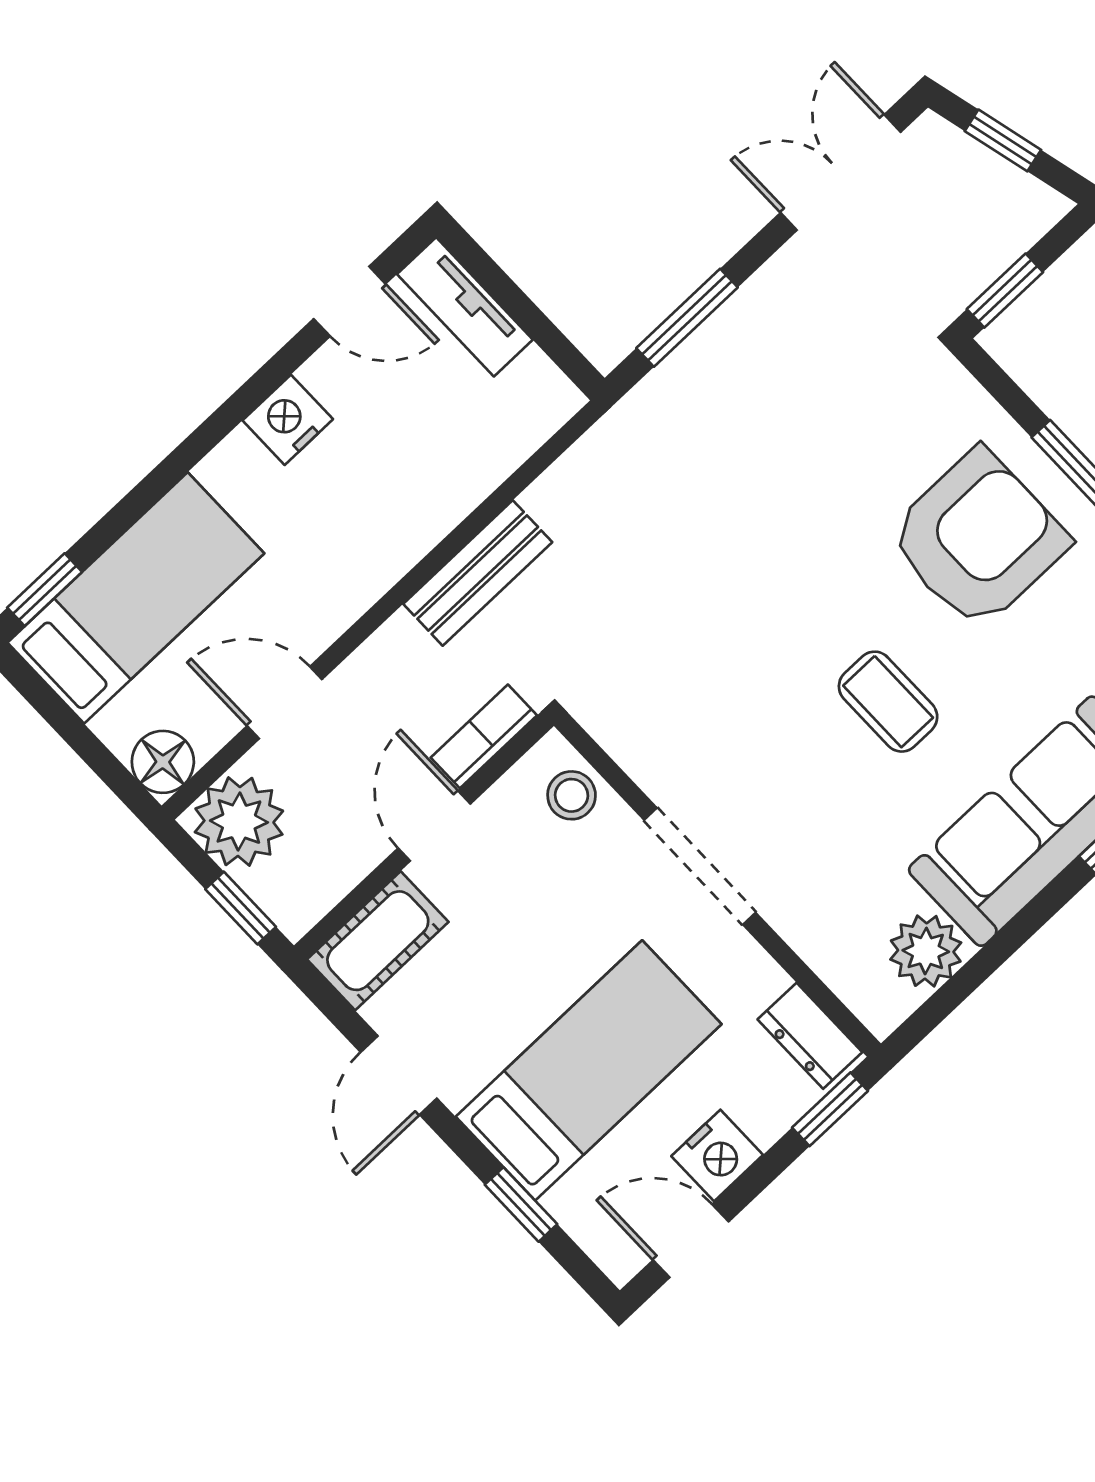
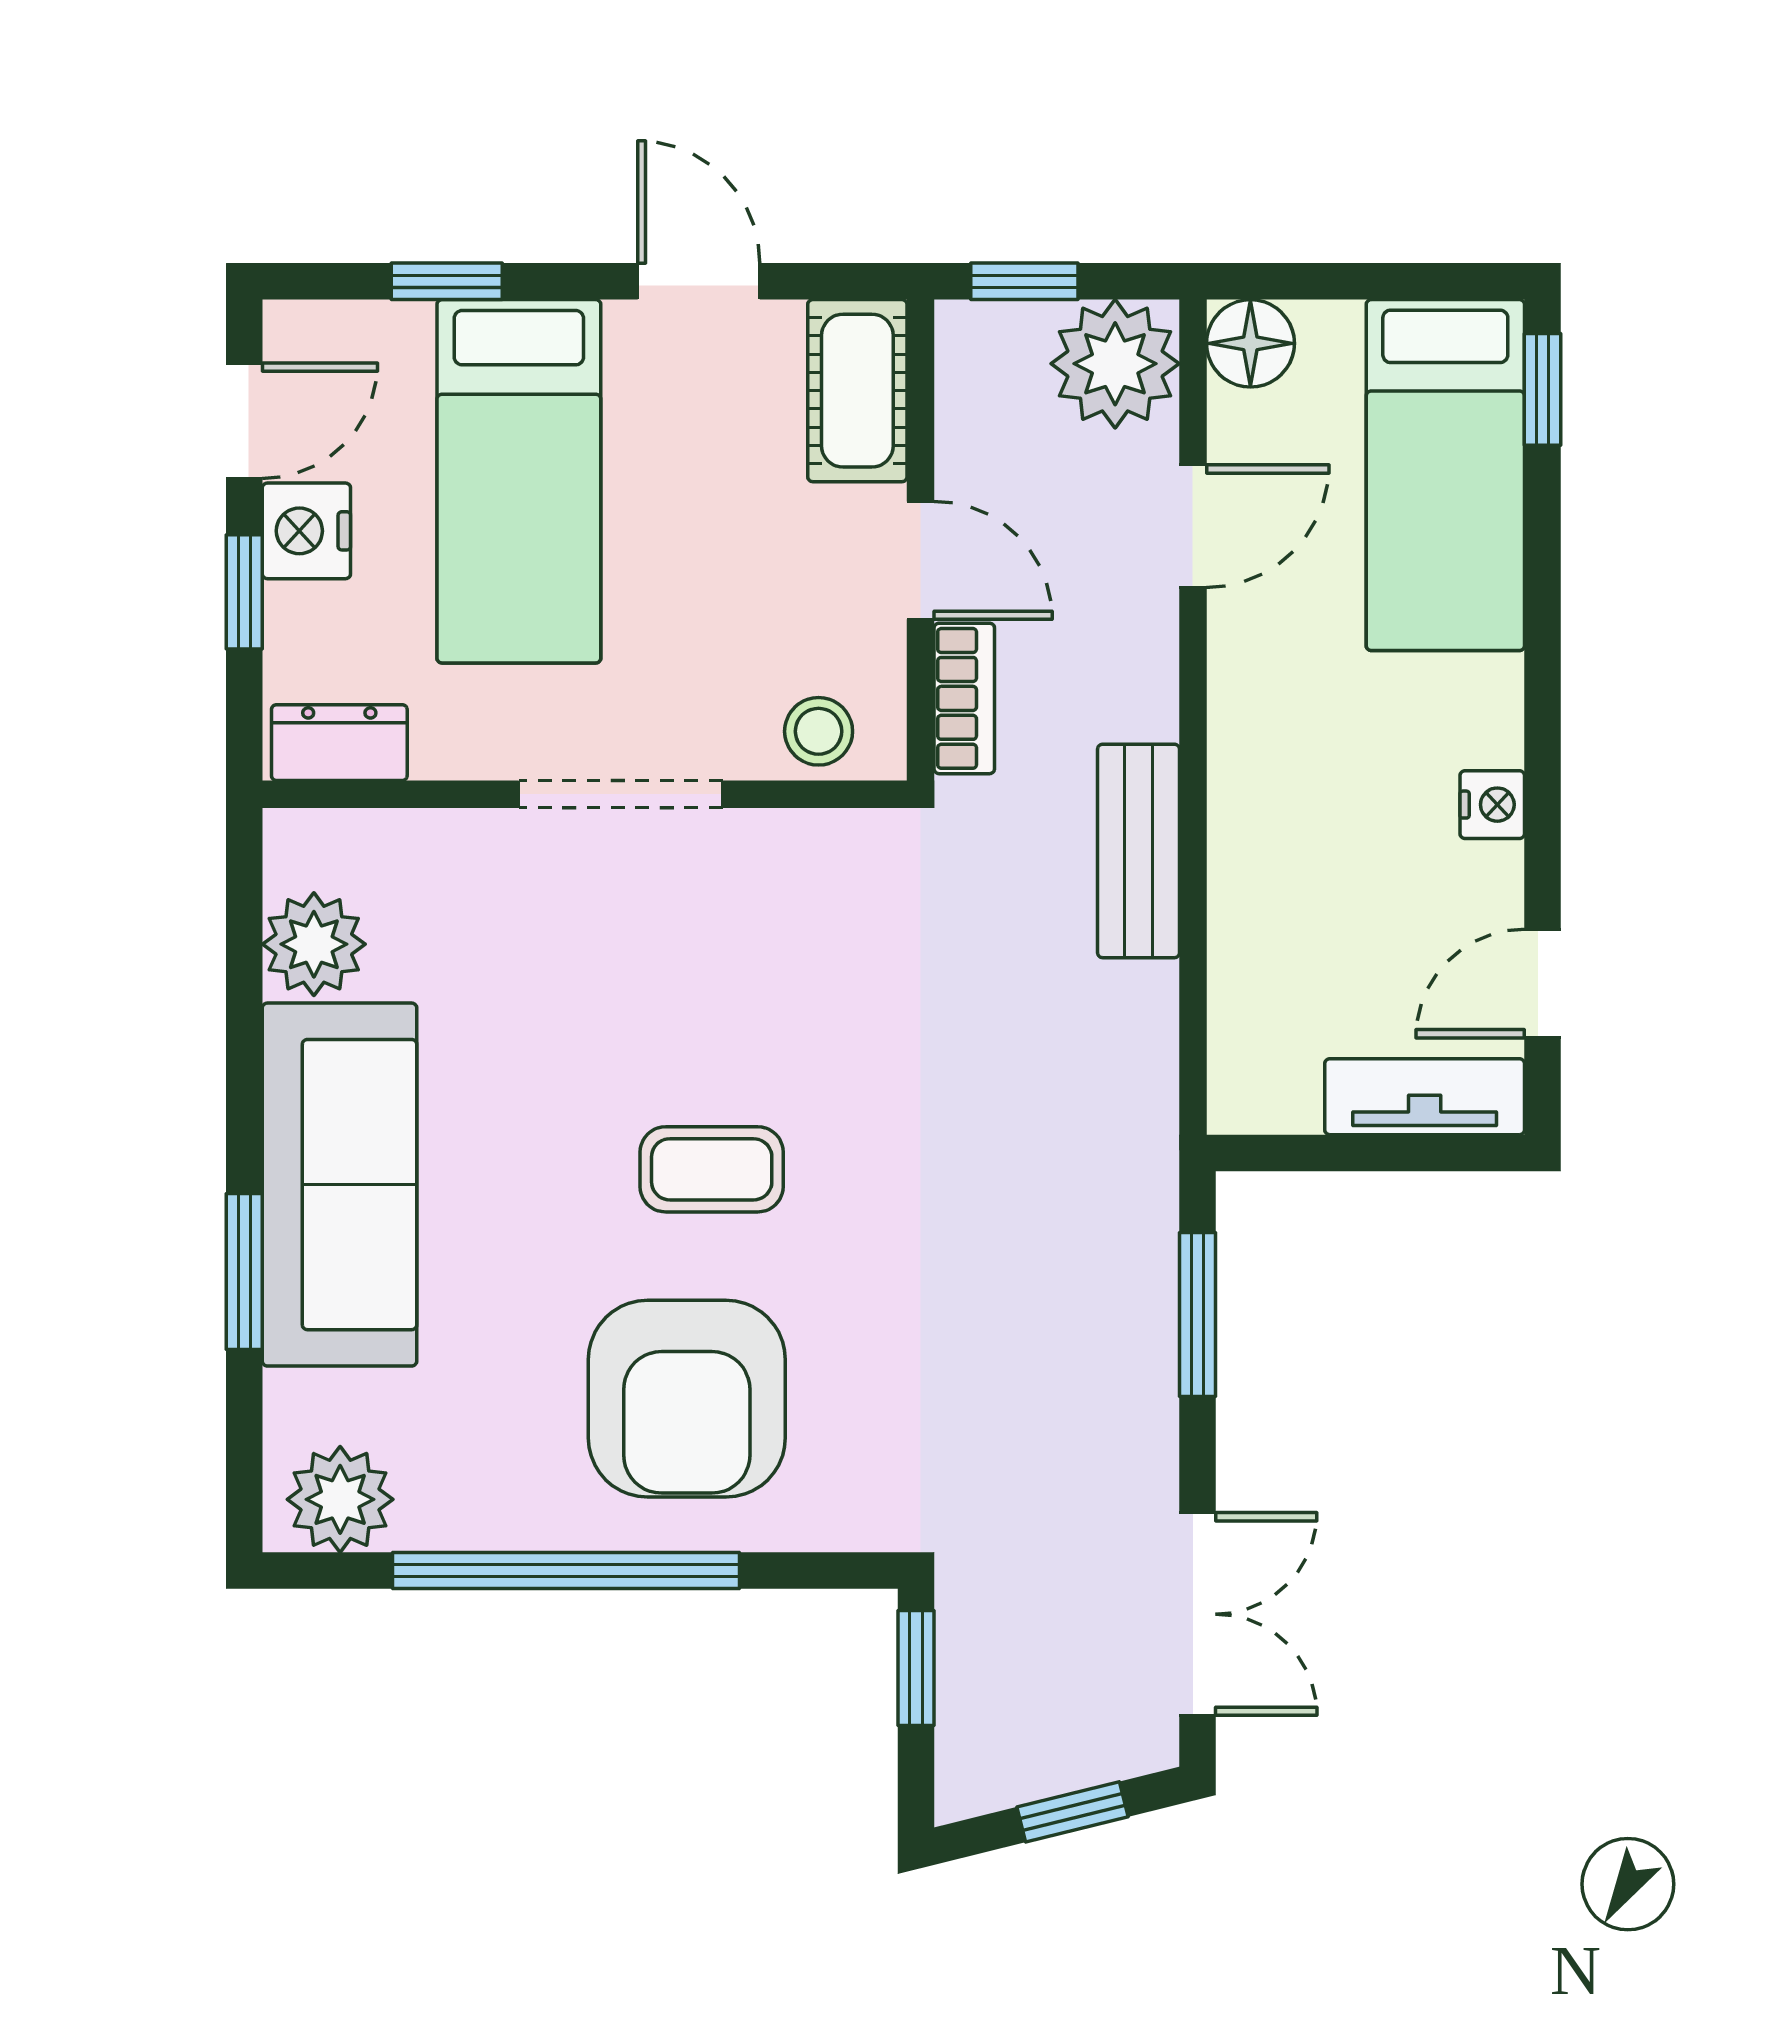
nightstand: (288, 420) -> (1492, 805), width x0.72, depth x0.74
coffee table: (888, 702) -> (712, 1169), moved
window: (830, 1109) -> (244, 592), moved

